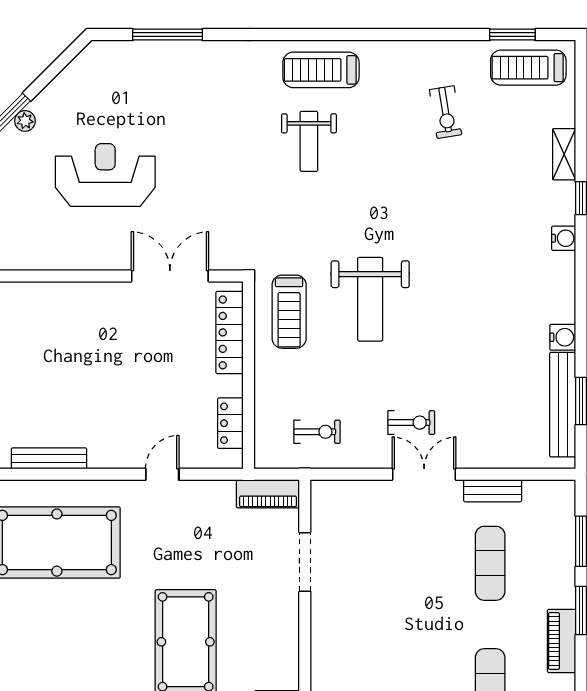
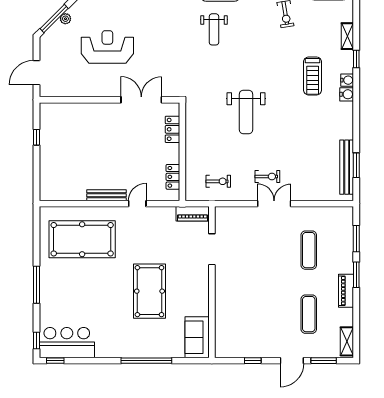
treadmill: (289, 312) -> (313, 76), moved
locker: (230, 332) -> (172, 129), width x0.66
water cooler: (563, 337) -> (347, 94), moved
bench: (49, 458) -> (107, 195), moved
bench: (493, 491) -> (310, 212), removed

